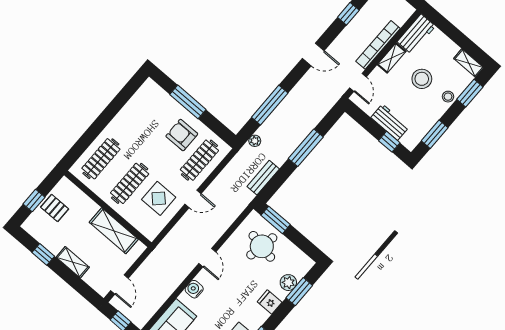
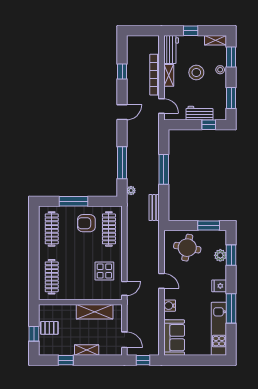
window: (452, 32) -> (191, 31), added
clothes rail: (130, 183) -> (52, 229), moved
door: (193, 199) -> (124, 288), moved
window: (276, 220) -> (209, 226), moved
fridge: (270, 302) -> (219, 286), moved

